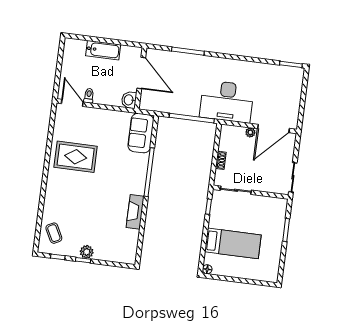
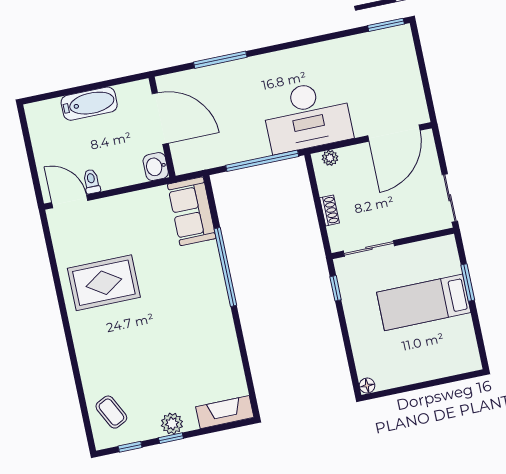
plant: (250, 132) -> (330, 158), moved
fireplace: (135, 212) -> (225, 412), moved, turned 90
bed: (233, 243) -> (424, 302), moved, turned 180

